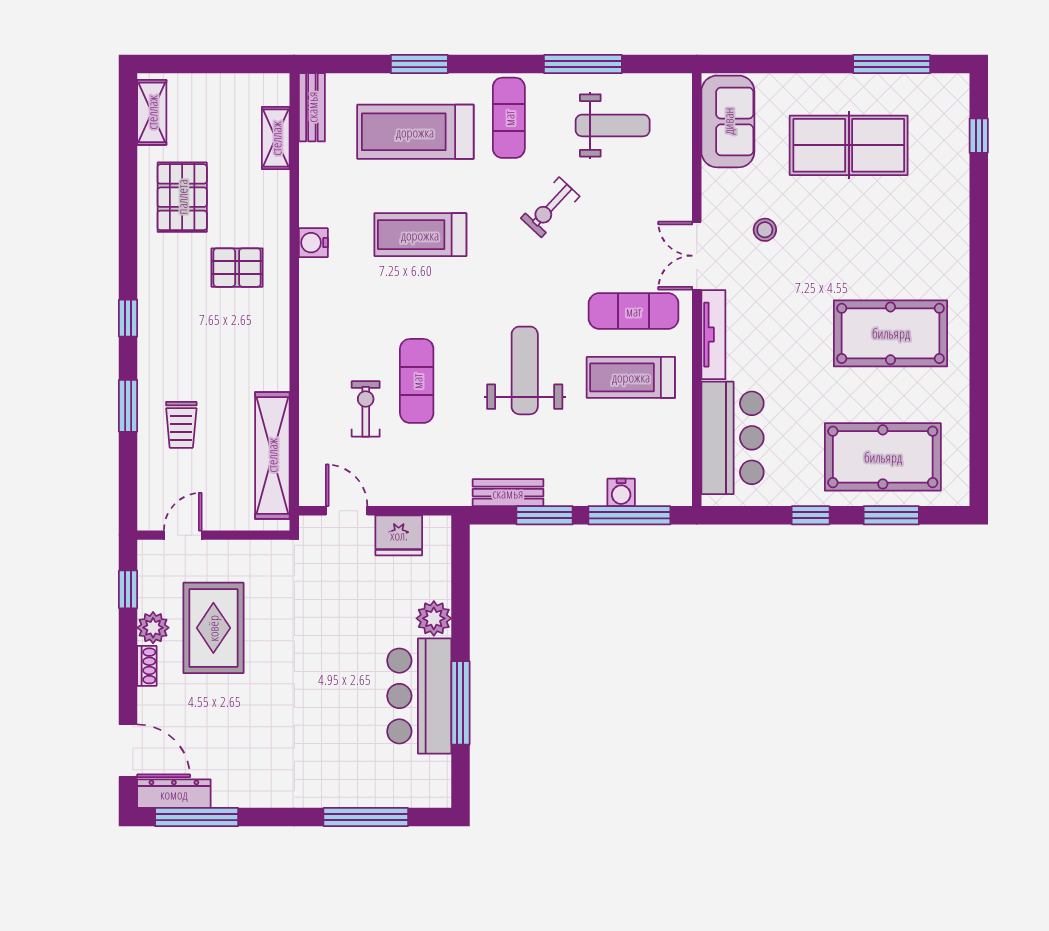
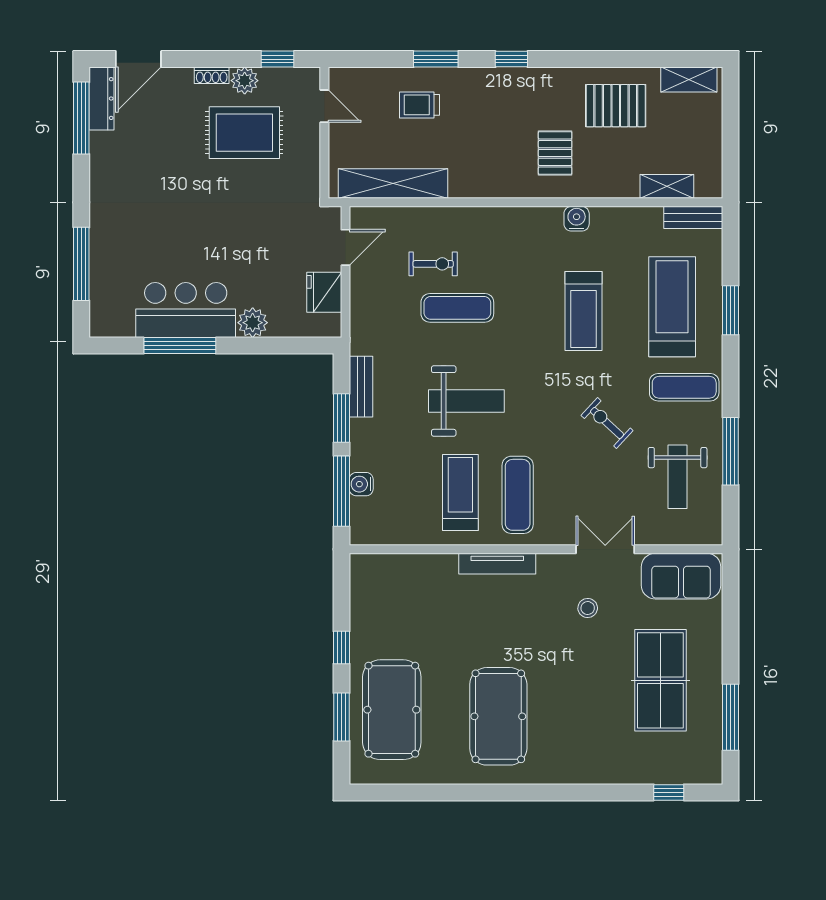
treadmill: (420, 235) -> (583, 311), turned 180
double door: (697, 256) -> (605, 549), moved
bar counter: (732, 438) -> (408, 580), removed

